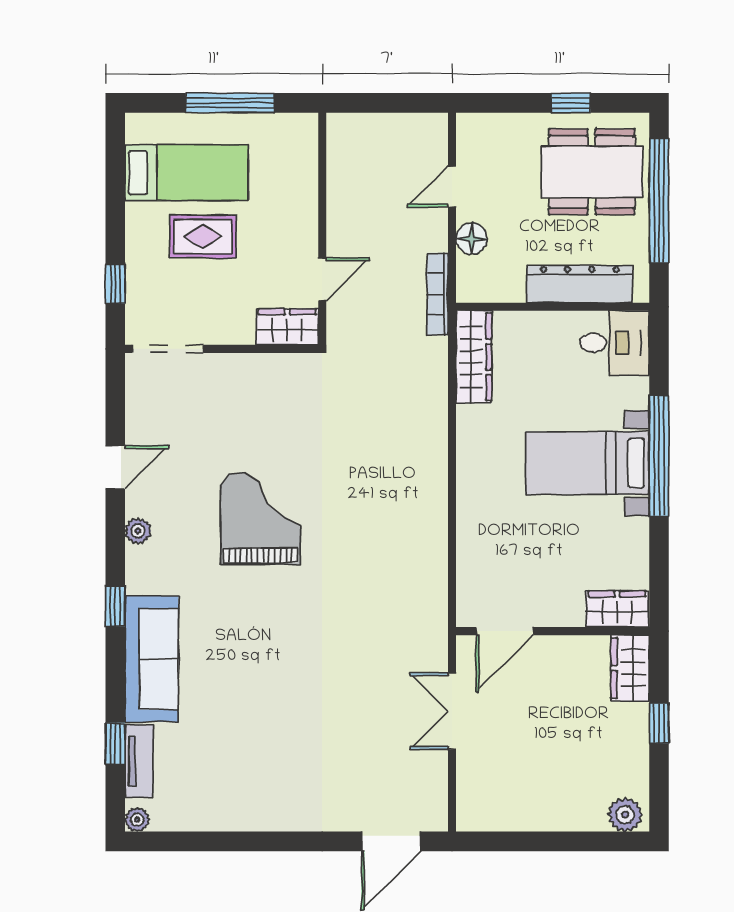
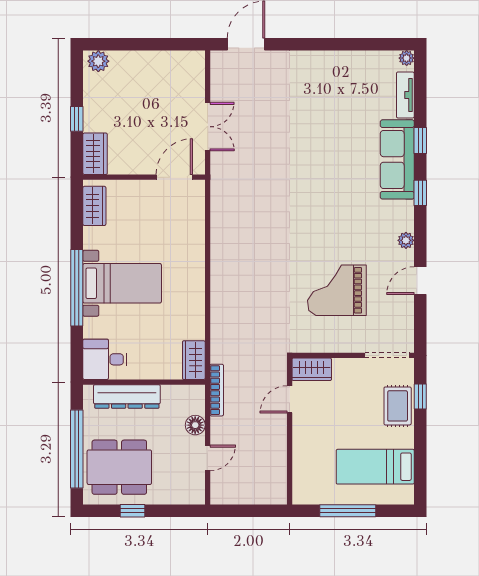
rug: (203, 237) -> (398, 406), moved, turned 90
wardrobe: (474, 357) -> (194, 360), width x0.67
grand piano: (261, 518) -> (337, 290), moved, turned 90
wardrobe: (617, 609) -> (94, 206), moved, turned -90
window: (115, 743) -> (420, 140), moved

